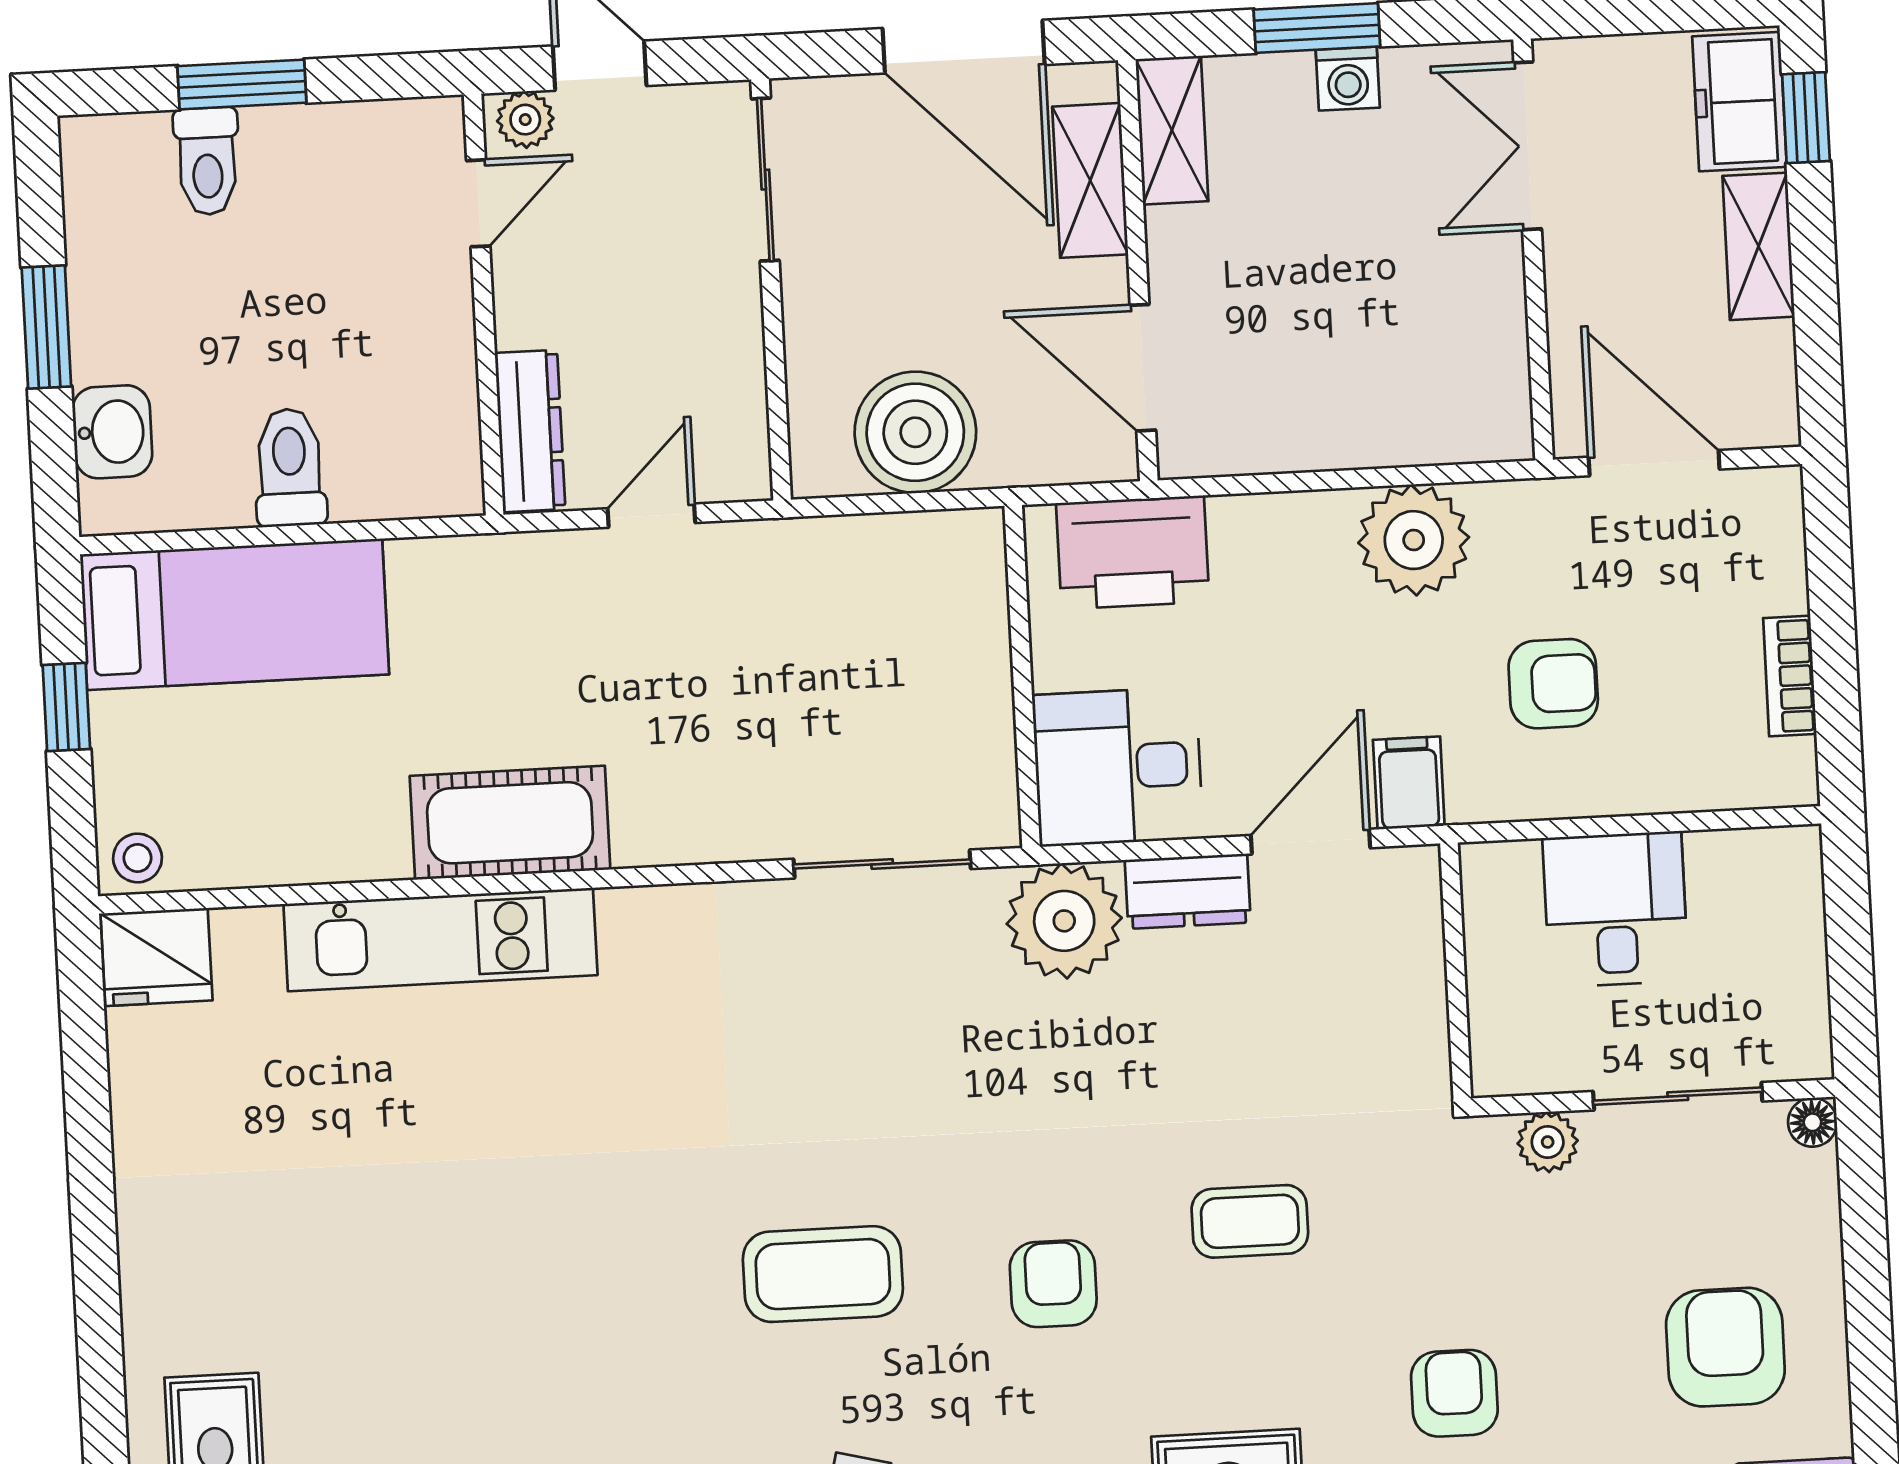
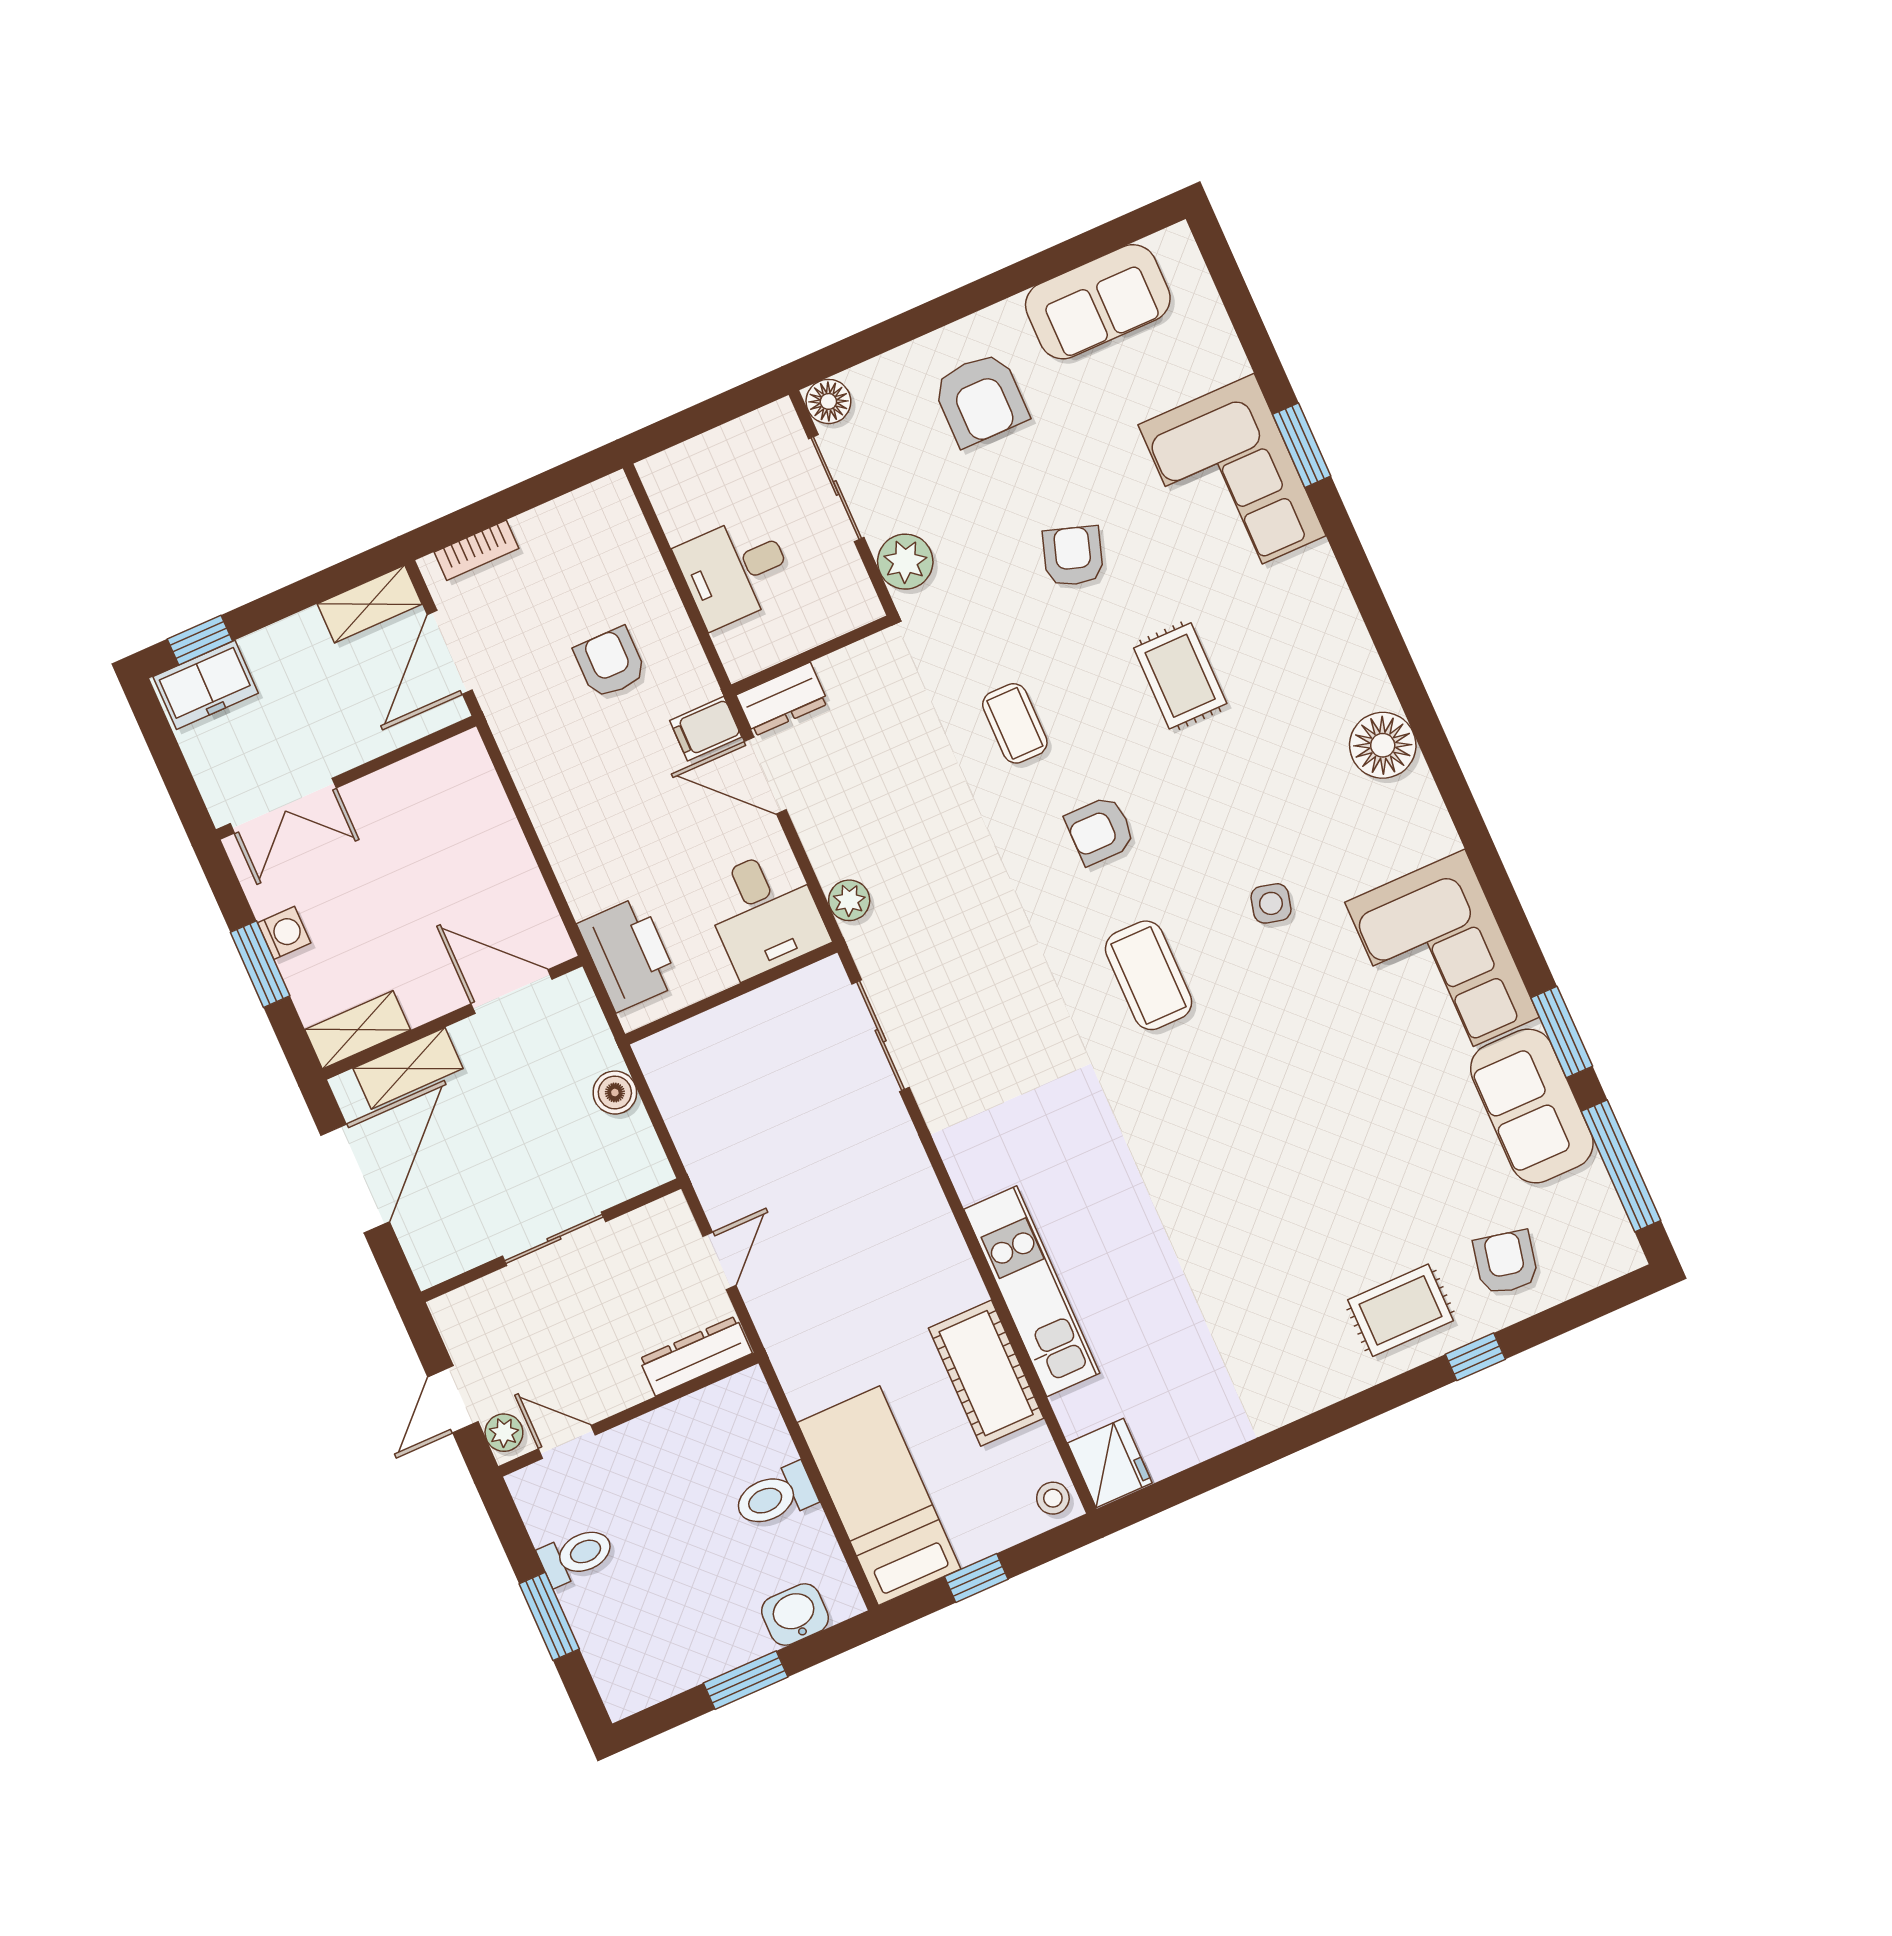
toilet: (207, 161) -> (576, 1555), moved
sliding door: (765, 180) -> (554, 1239), moved
shelving: (1759, 246) -> (370, 604), moved
door: (1143, 368) -> (512, 992), swing flipped
boiler: (915, 432) -> (615, 1093), width x0.54, depth x0.54
door: (651, 516) -> (719, 1261), swing flipped
plant: (1414, 540) -> (554, 783), removed
bookcase: (1790, 676) -> (477, 550), moved
cot: (510, 823) -> (986, 1373), moved
dresser: (1188, 891) -> (782, 699), moved, turned 90
plant: (1064, 921) -> (849, 900), width x0.53, depth x0.53
floor lamp: (1812, 1122) -> (828, 401), width x1.37, depth x1.37
plant: (1548, 1142) -> (905, 562), width x1.38, depth x1.38
armchair: (1725, 1347) -> (980, 399), turned -90
armchair: (1454, 1393) -> (1073, 556), turned 108

